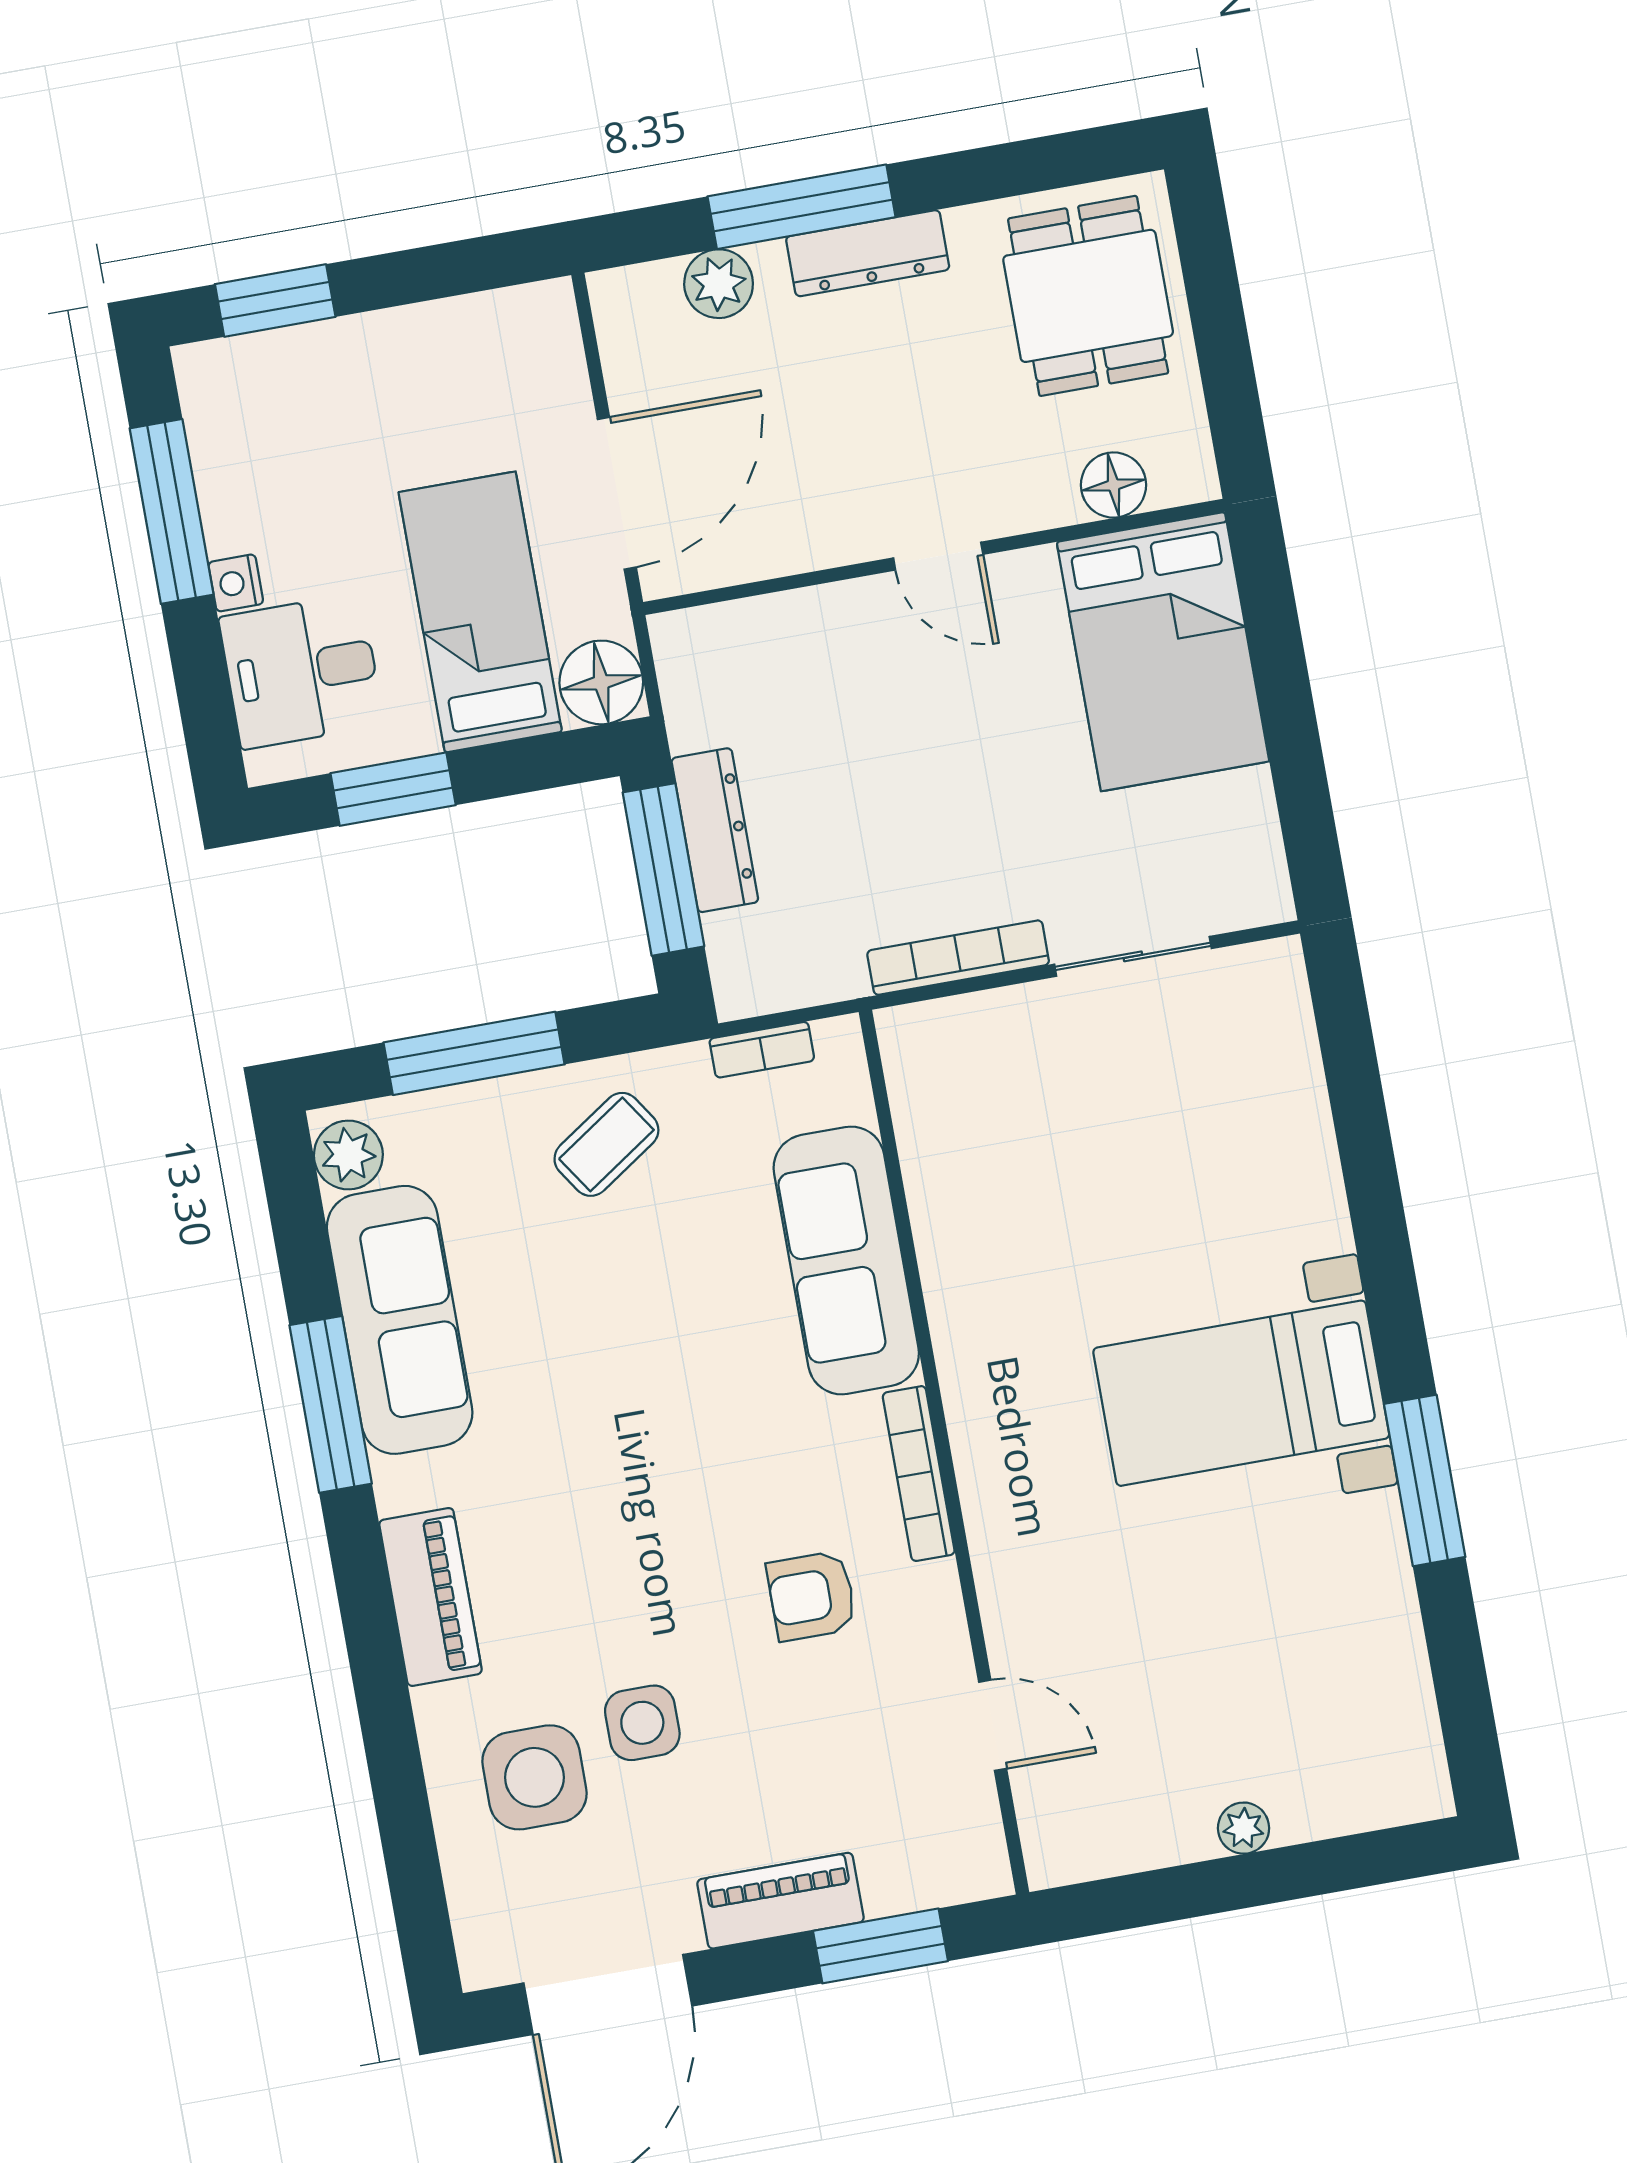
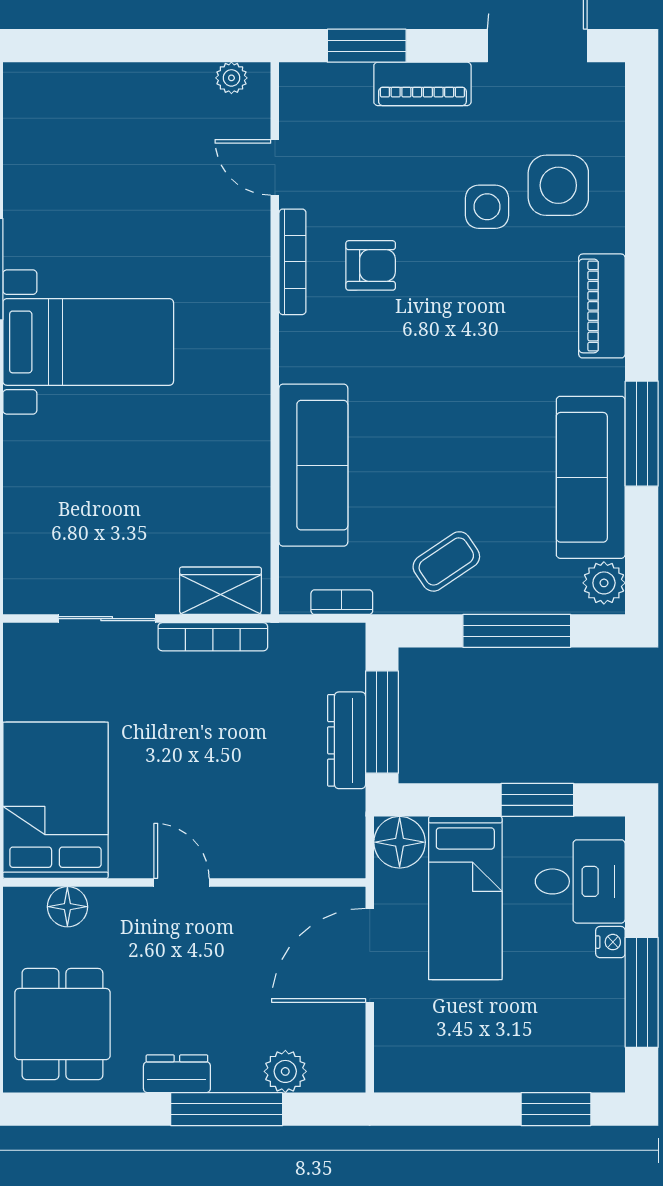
dresser: (868, 253) -> (177, 1074), width x0.70
wardrobe: (959, 1033) -> (220, 591), added
bookcase: (919, 1474) -> (292, 262), moved
plant: (1244, 1828) -> (231, 78), moved

